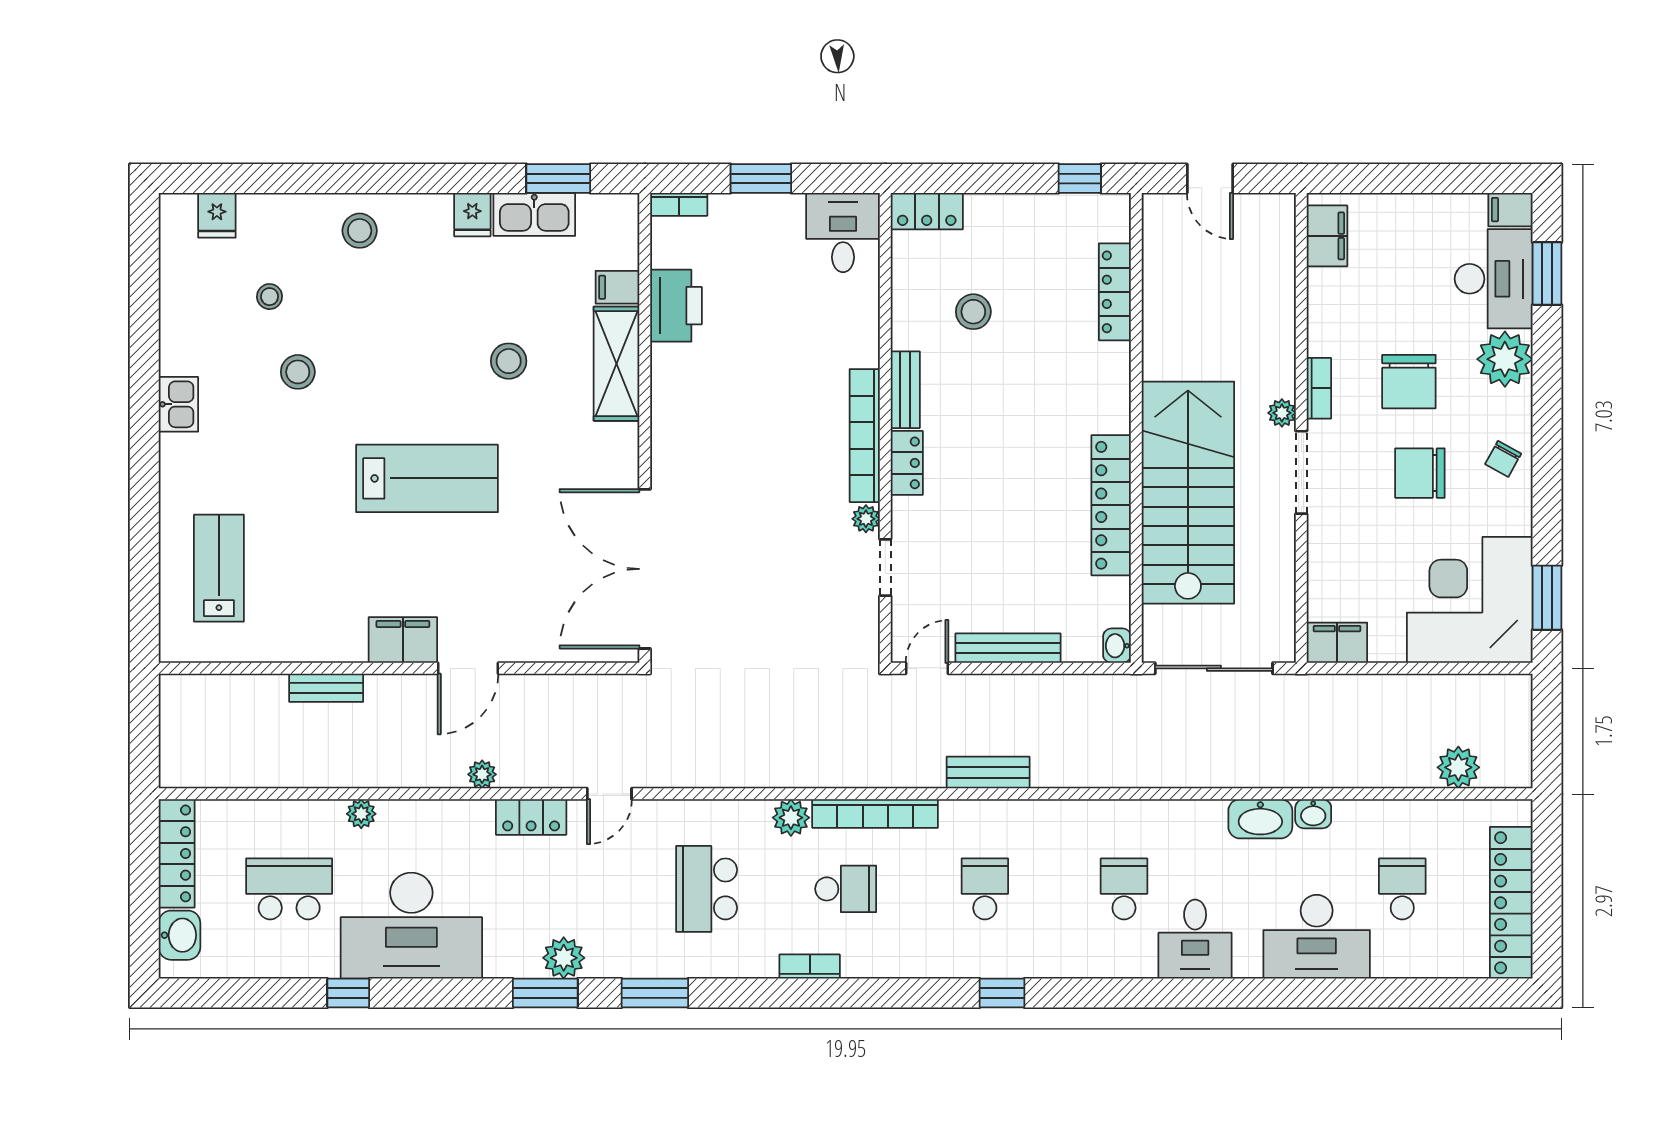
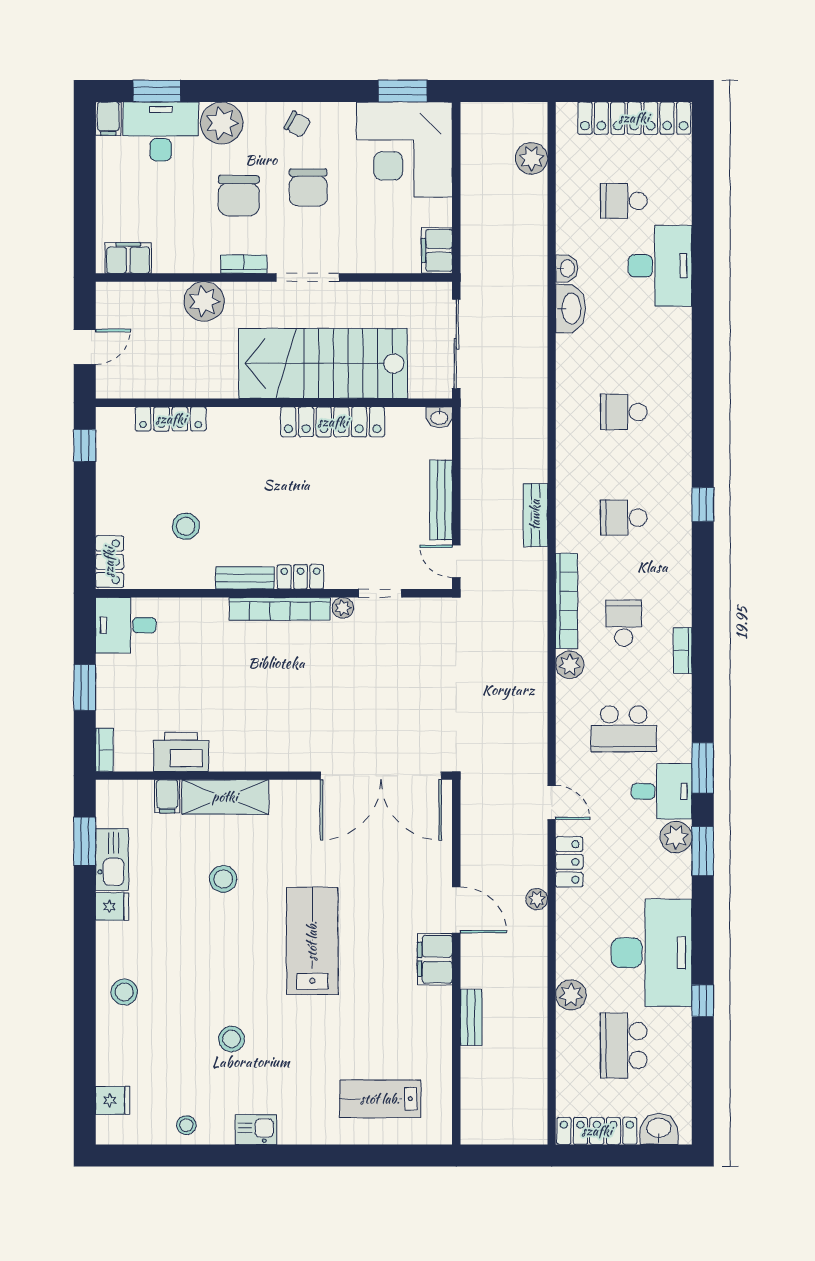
stool: (270, 297) -> (186, 1125), moved
chair: (1409, 382) -> (239, 196), turned 90
plant: (1282, 413) -> (204, 301), moved, width x1.88, depth x1.88
plant: (361, 814) -> (571, 995), width x1.38, depth x1.38
desk: (1195, 939) -> (662, 791), moved

